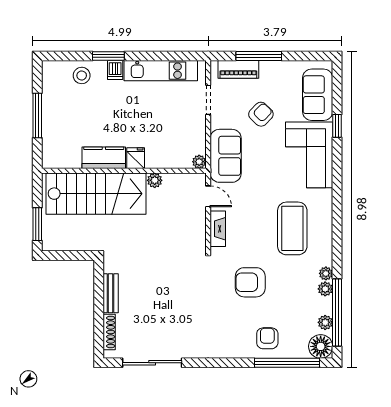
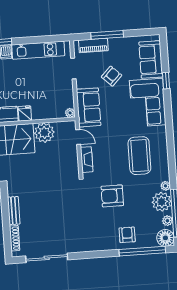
plant: (155, 180) -> (44, 133), width x1.88, depth x1.88
plant: (325, 289) -> (162, 202), width x1.88, depth x1.88

